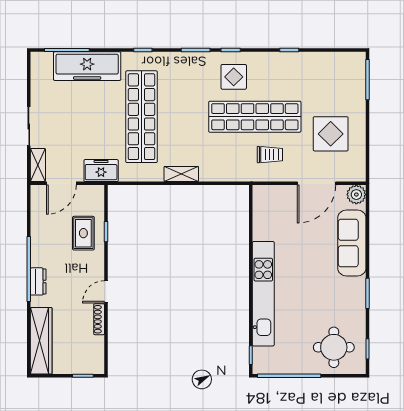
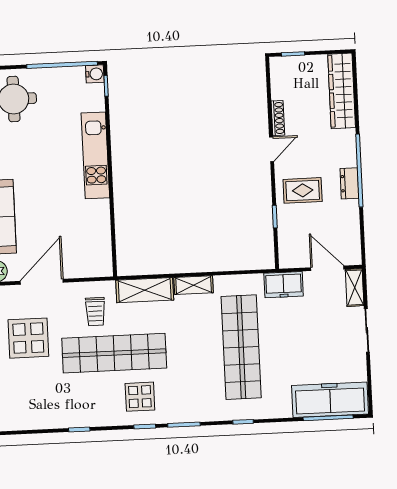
freezer: (87, 66) -> (330, 400), moved
trolley: (270, 155) -> (95, 311), turned -90
shelving: (225, 172) -> (145, 290), added
door: (61, 183) -> (327, 268), hinge flipped
rug: (83, 233) -> (303, 190), moved, turned 90
dresser: (38, 281) -> (349, 183), moved
kitchen unit: (263, 294) -> (95, 155), width x0.73
water cooler: (260, 366) -> (95, 74), added

